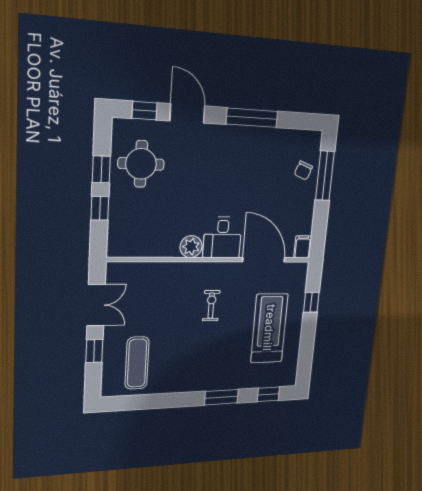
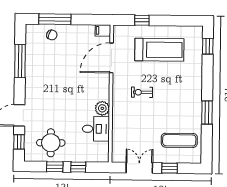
window: (252, 118) -> (20, 61), moved
desk: (222, 237) -> (96, 129), moved
treadmill: (269, 328) -> (159, 50), turned 180
window: (221, 397) -> (207, 112), moved

